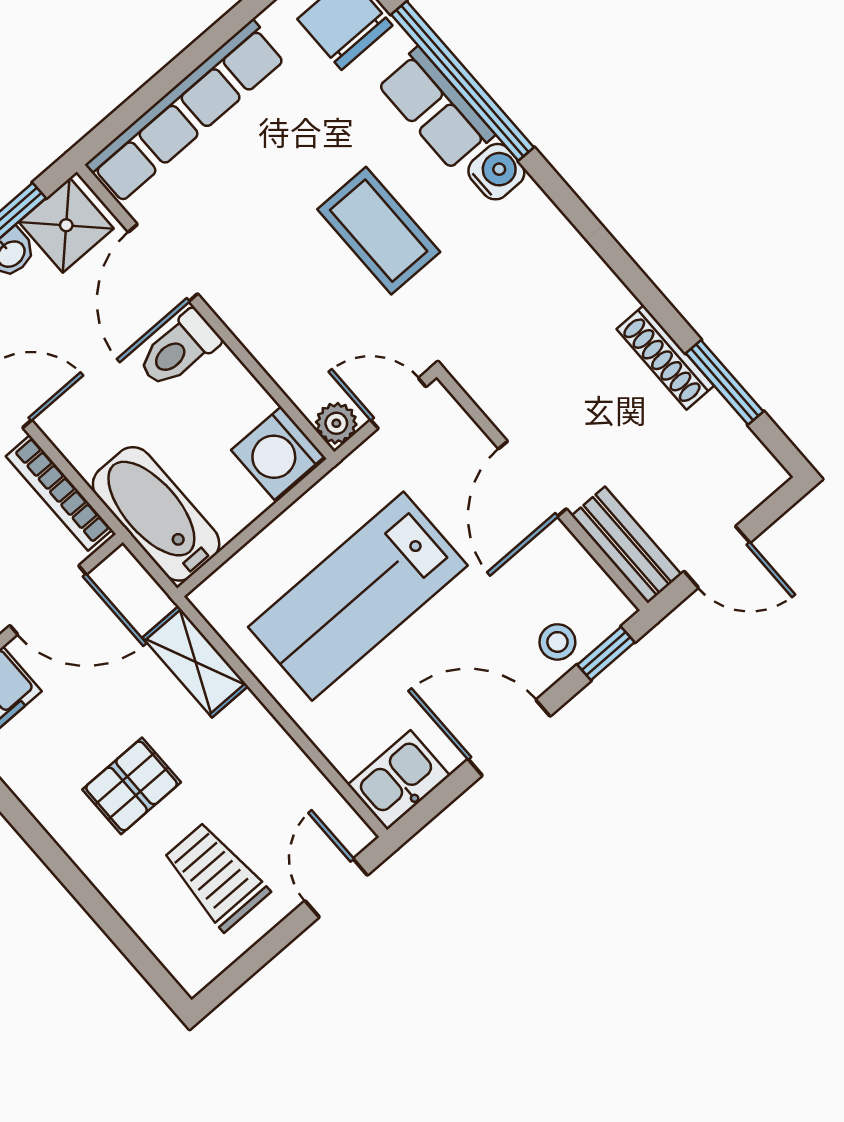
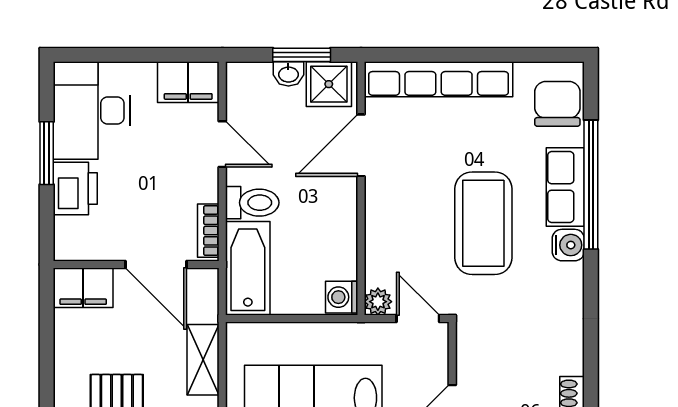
coffee table: (379, 231) -> (483, 223), width x1.36, depth x1.32
toilet: (179, 349) -> (252, 203), moved, turned 180
washing machine: (278, 453) -> (342, 297), width x0.73, depth x0.73
bookcase: (59, 493) -> (208, 231), width x0.64

